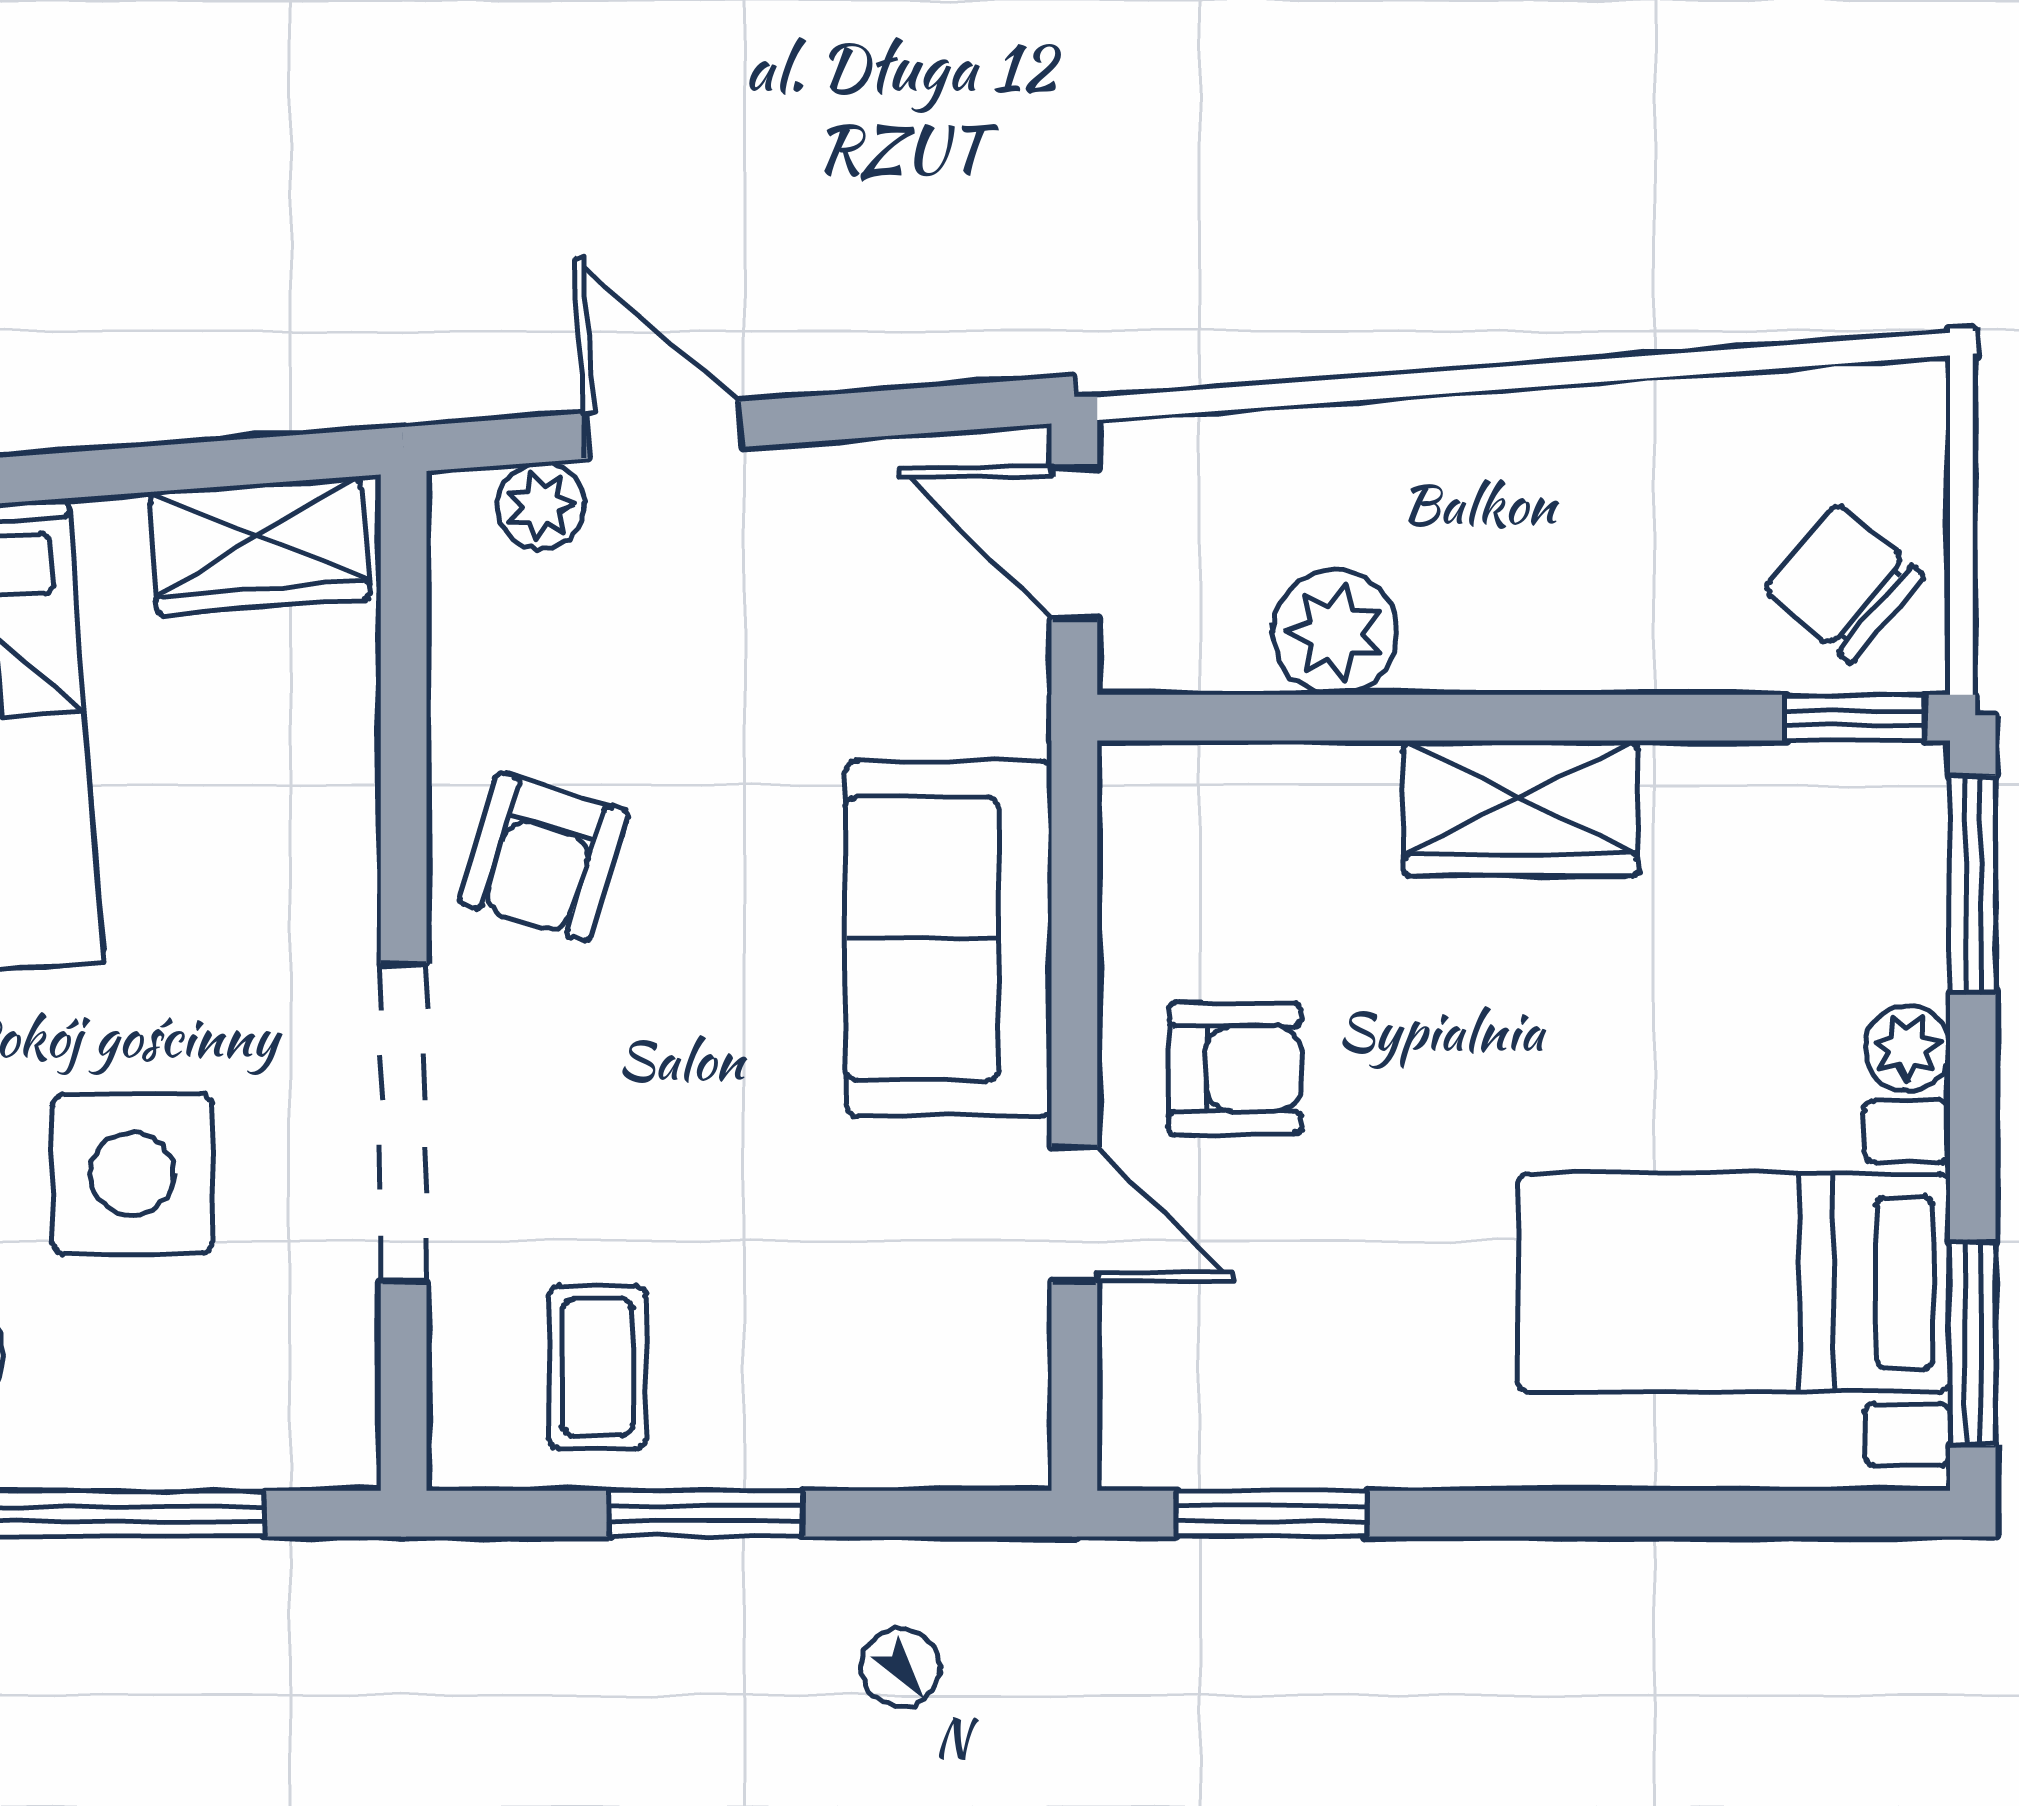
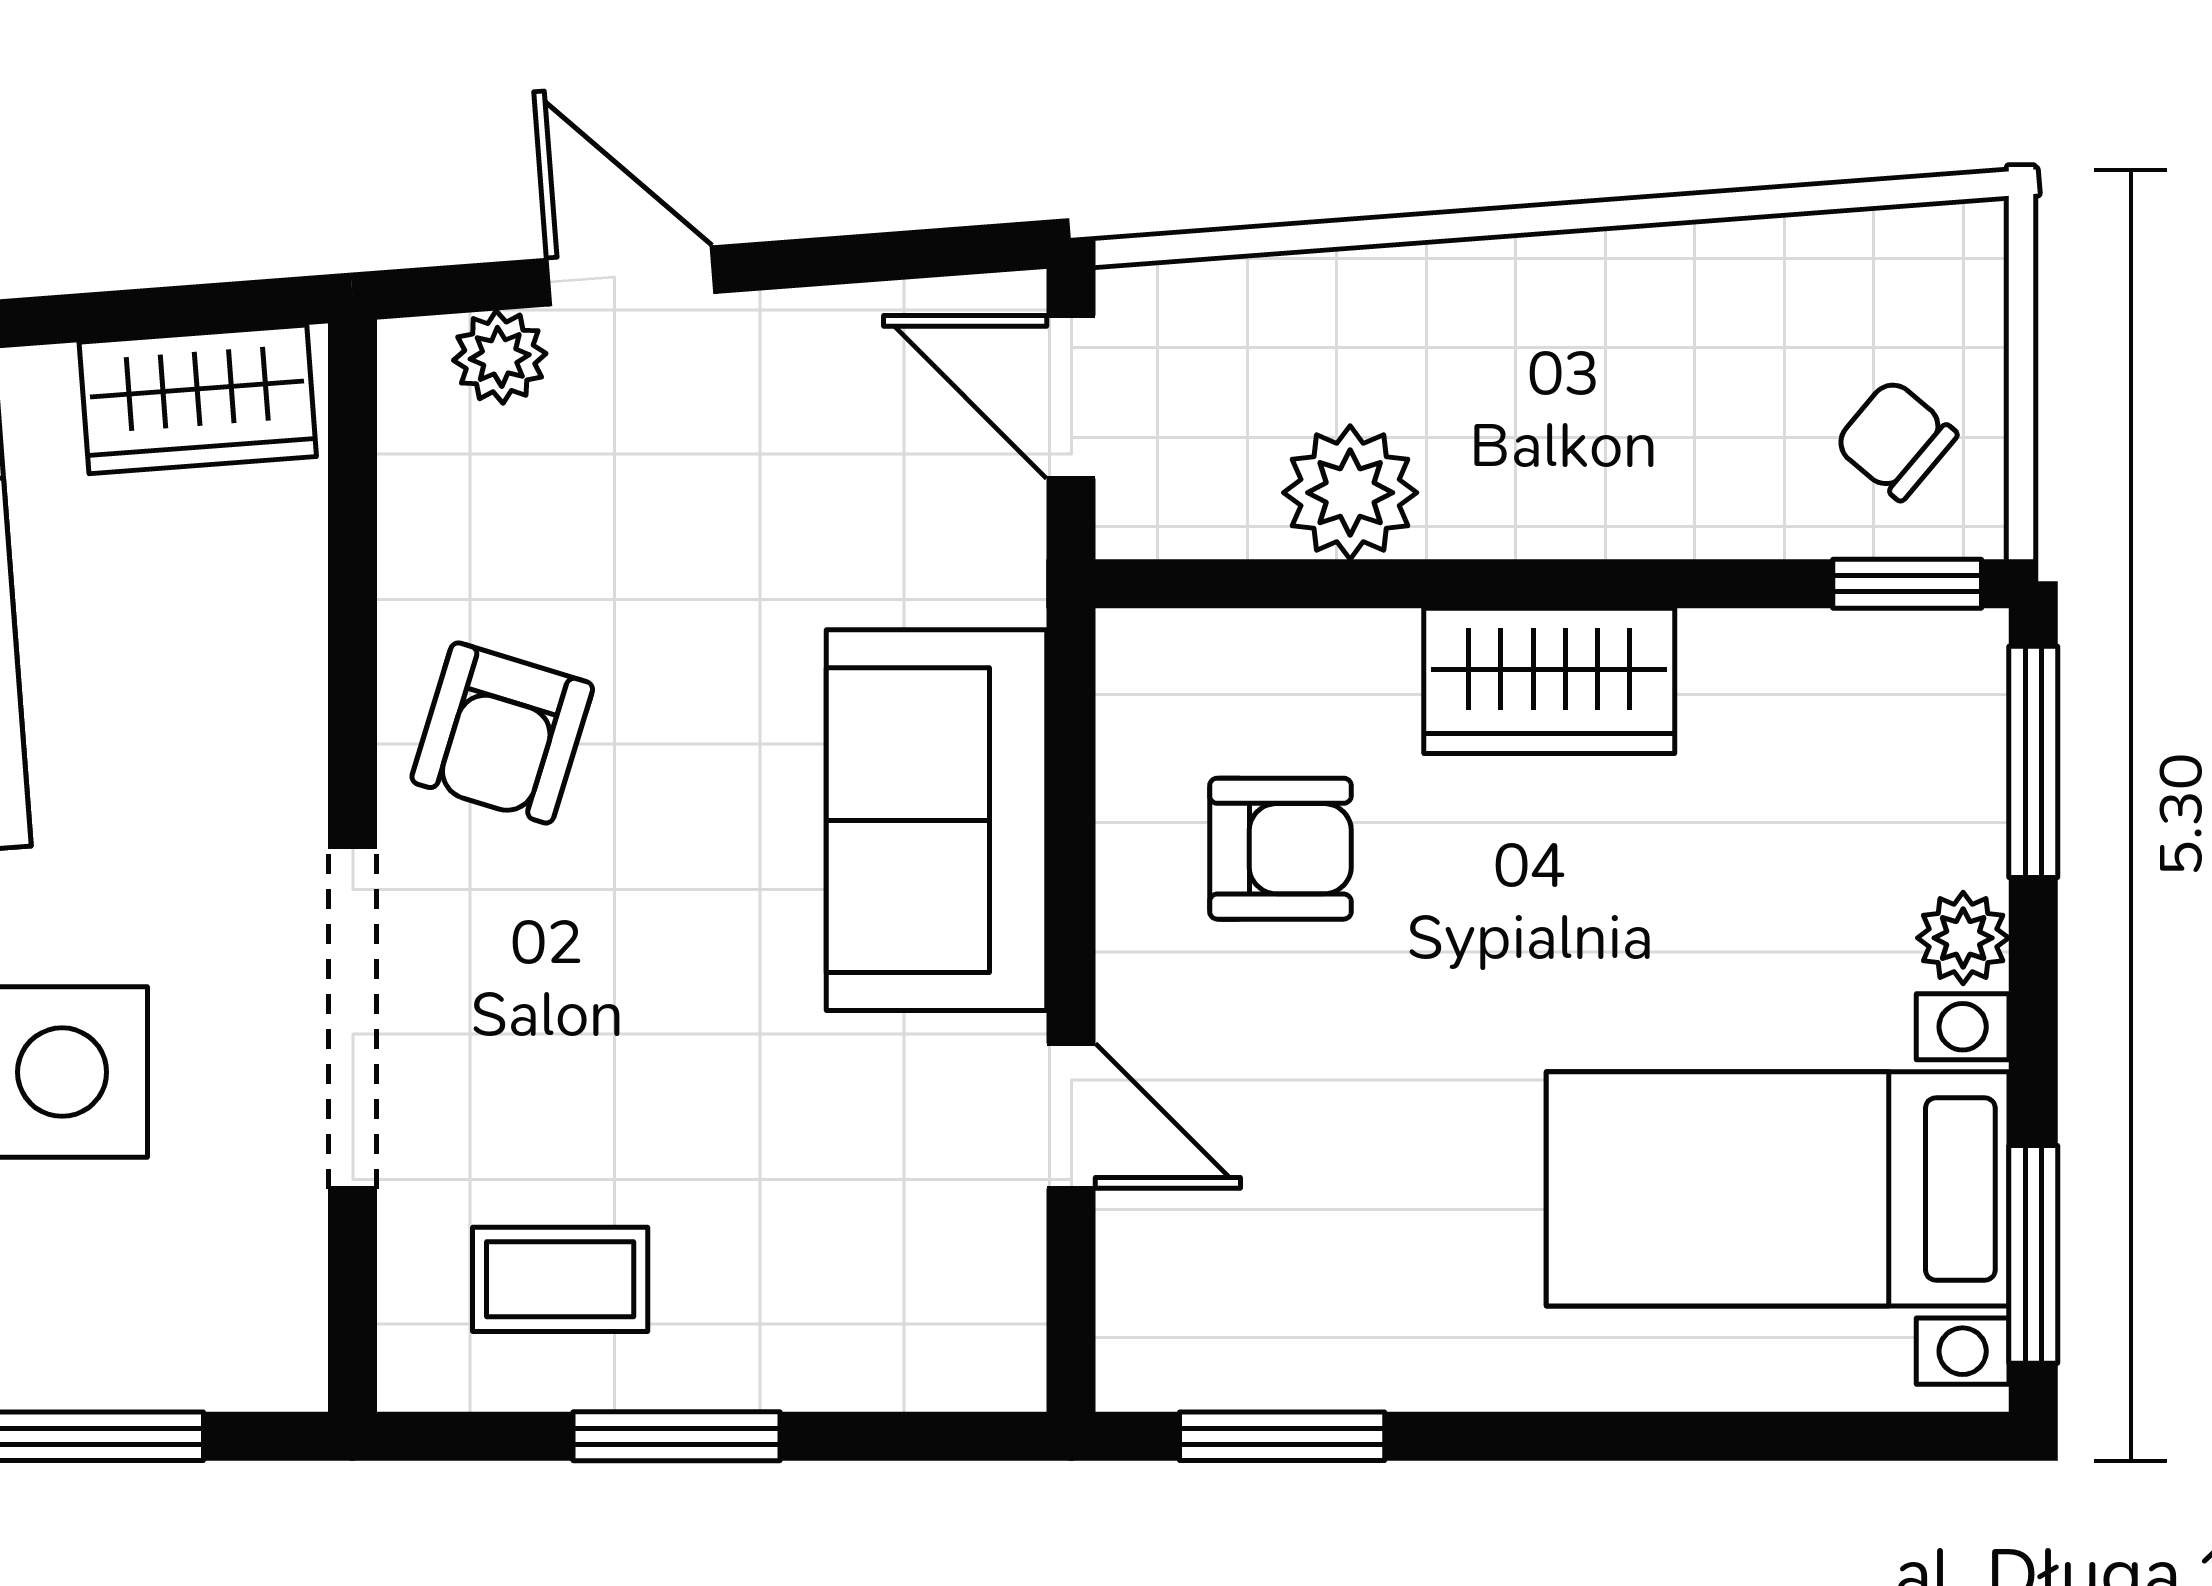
chair: (1844, 583) -> (1896, 440), width x0.73, depth x0.73
armchair: (1235, 1069) -> (1280, 849), moved
coffee table: (597, 1367) -> (560, 1279), turned 90

